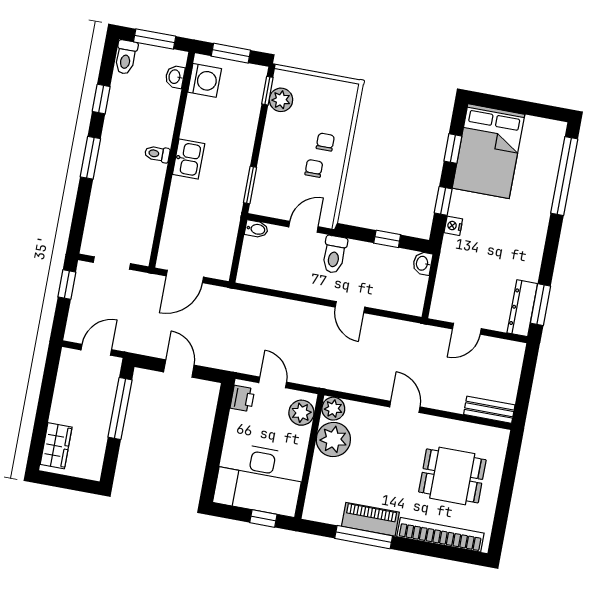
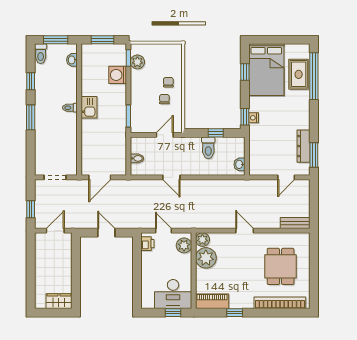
washing machine: (205, 80) -> (118, 75), moved, turned 180
rug: (540, 169) -> (299, 74), added
window: (443, 201) -> (245, 117), moved
bidet: (256, 229) -> (137, 158), moved
toilet: (334, 254) -> (208, 148), moved
washbasin: (423, 263) -> (239, 164), moved
window: (67, 285) -> (31, 209), moved
door: (350, 307) -> (171, 177), moved
dresser: (522, 308) -> (304, 146), moved
door: (467, 329) -> (286, 177), moved
window: (120, 408) -> (76, 263), removed
wardrobe: (56, 446) -> (59, 301), moved, turned -90
dining table: (452, 476) -> (281, 266), turned 90
desk: (259, 479) -> (173, 294), width x0.73, depth x0.77
piano: (370, 519) -> (212, 301), moved
window: (364, 537) -> (235, 313), width x0.46

